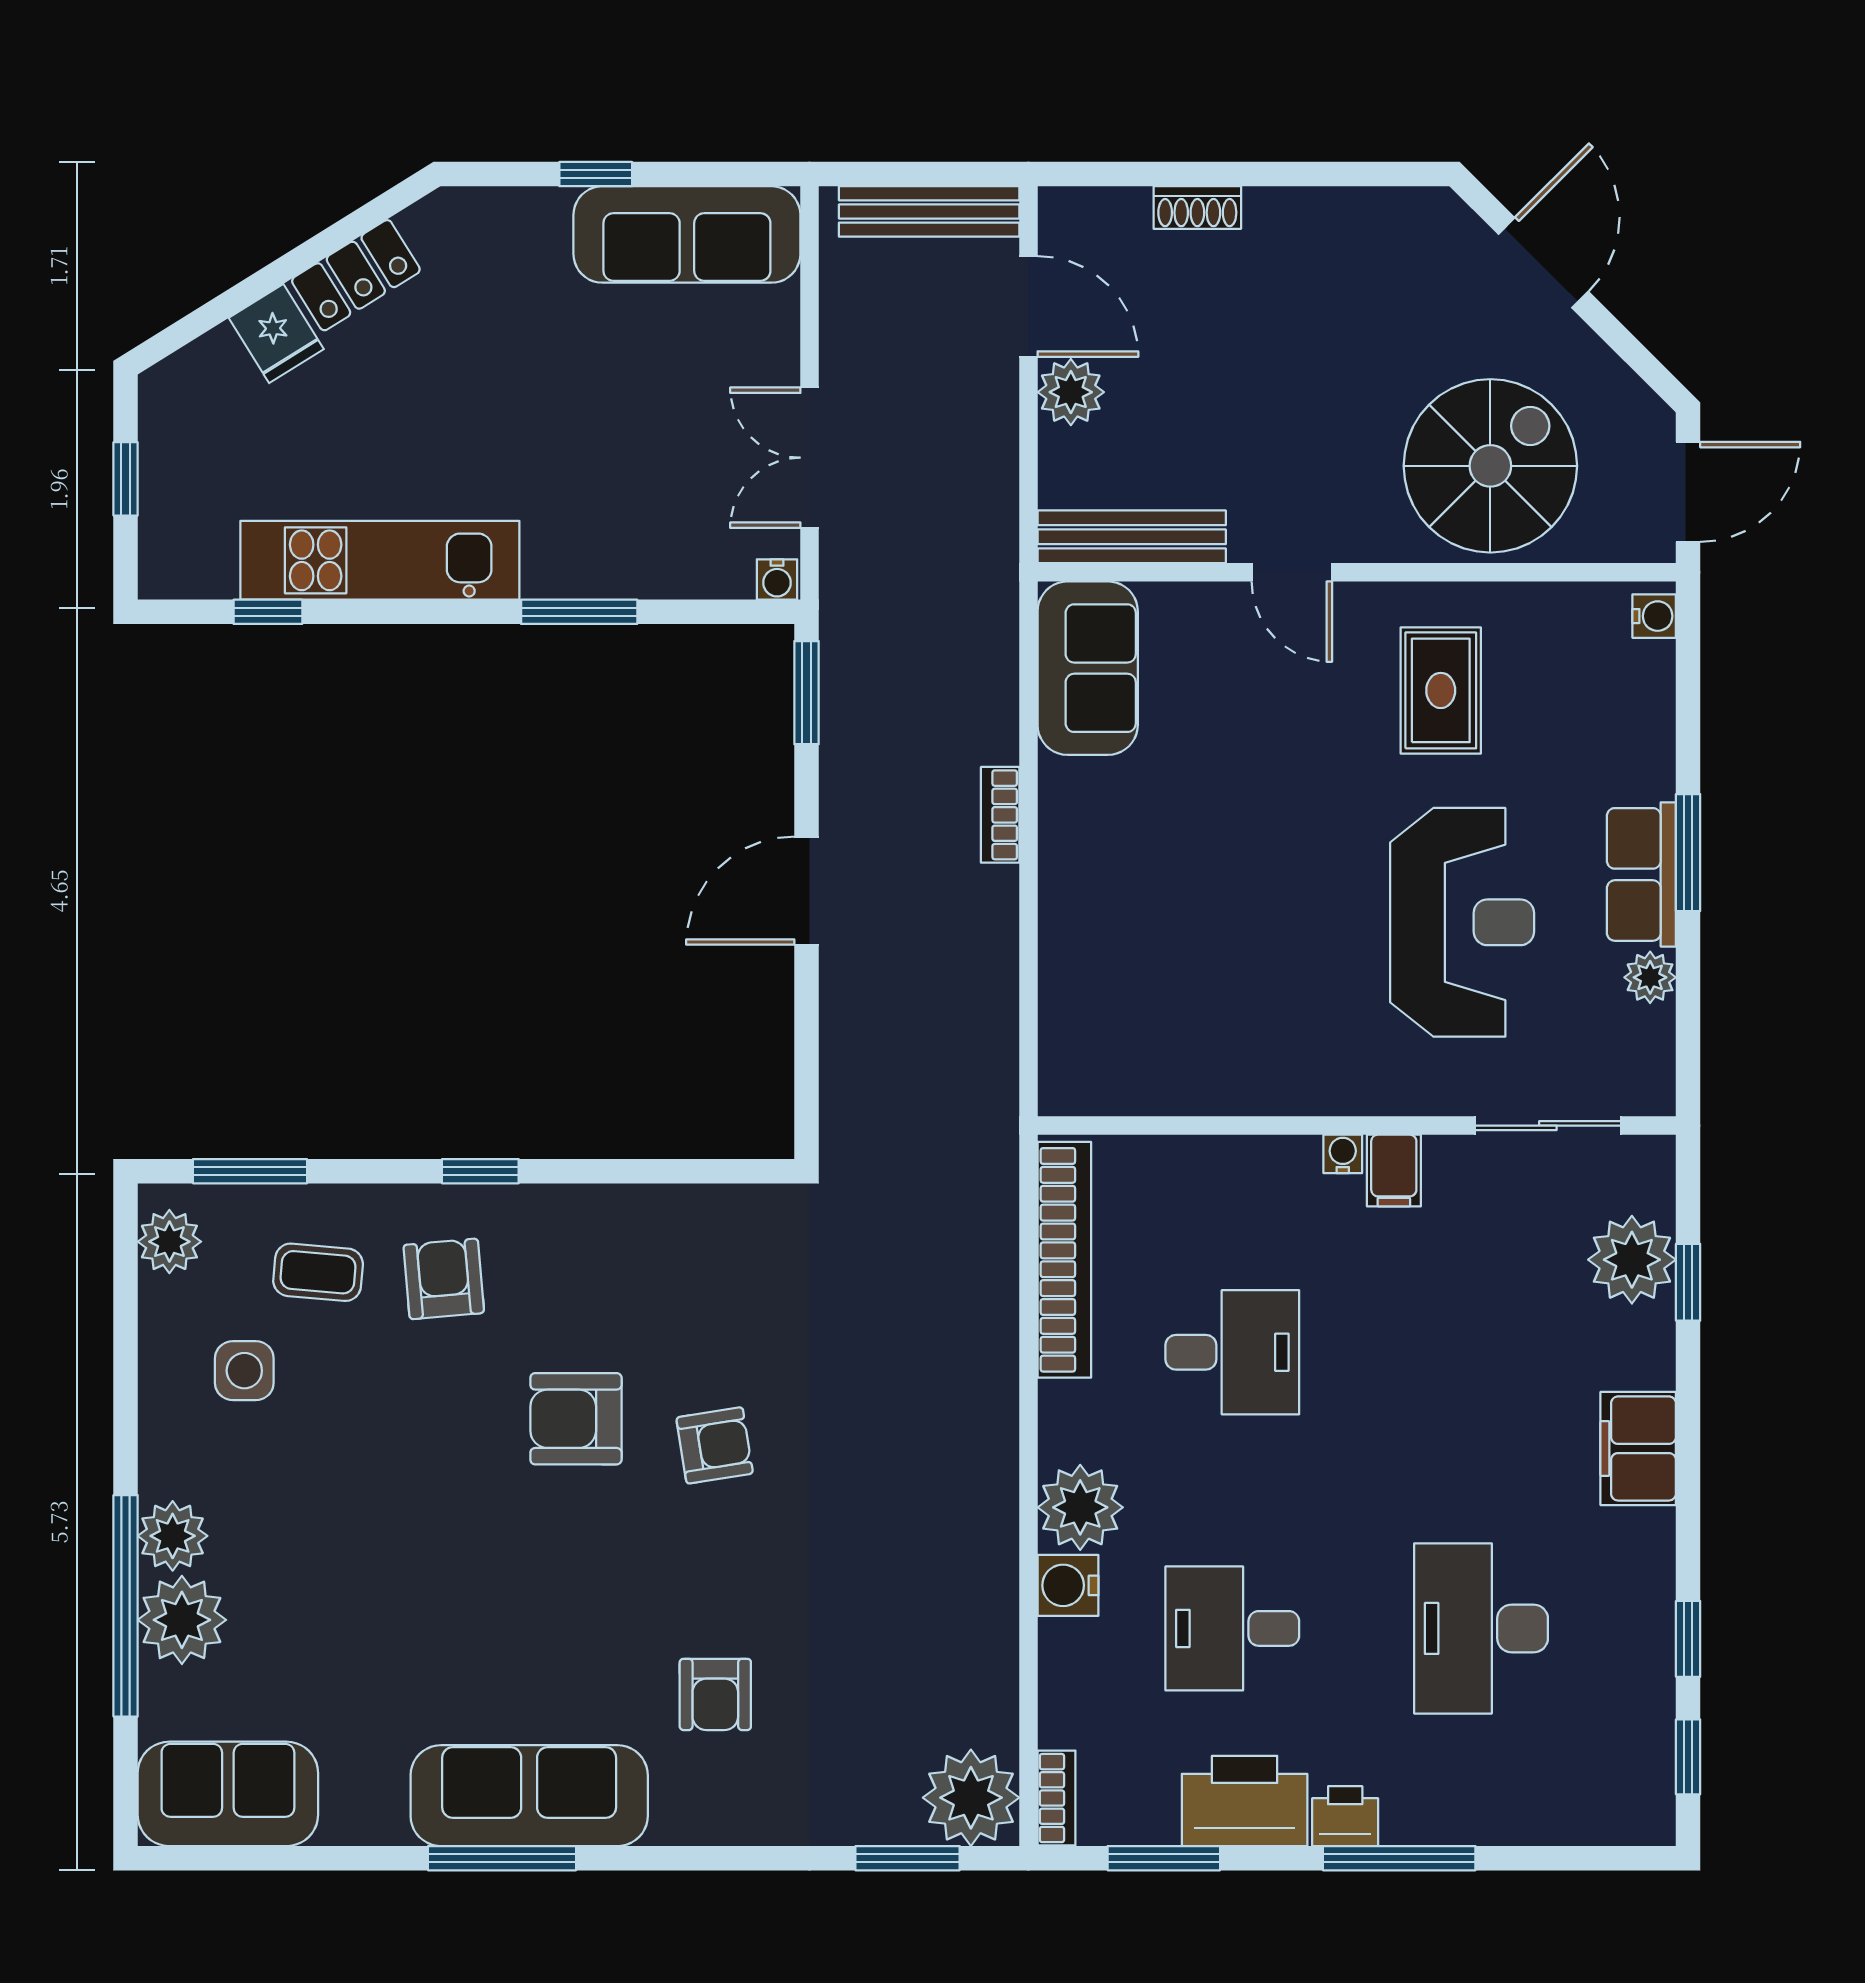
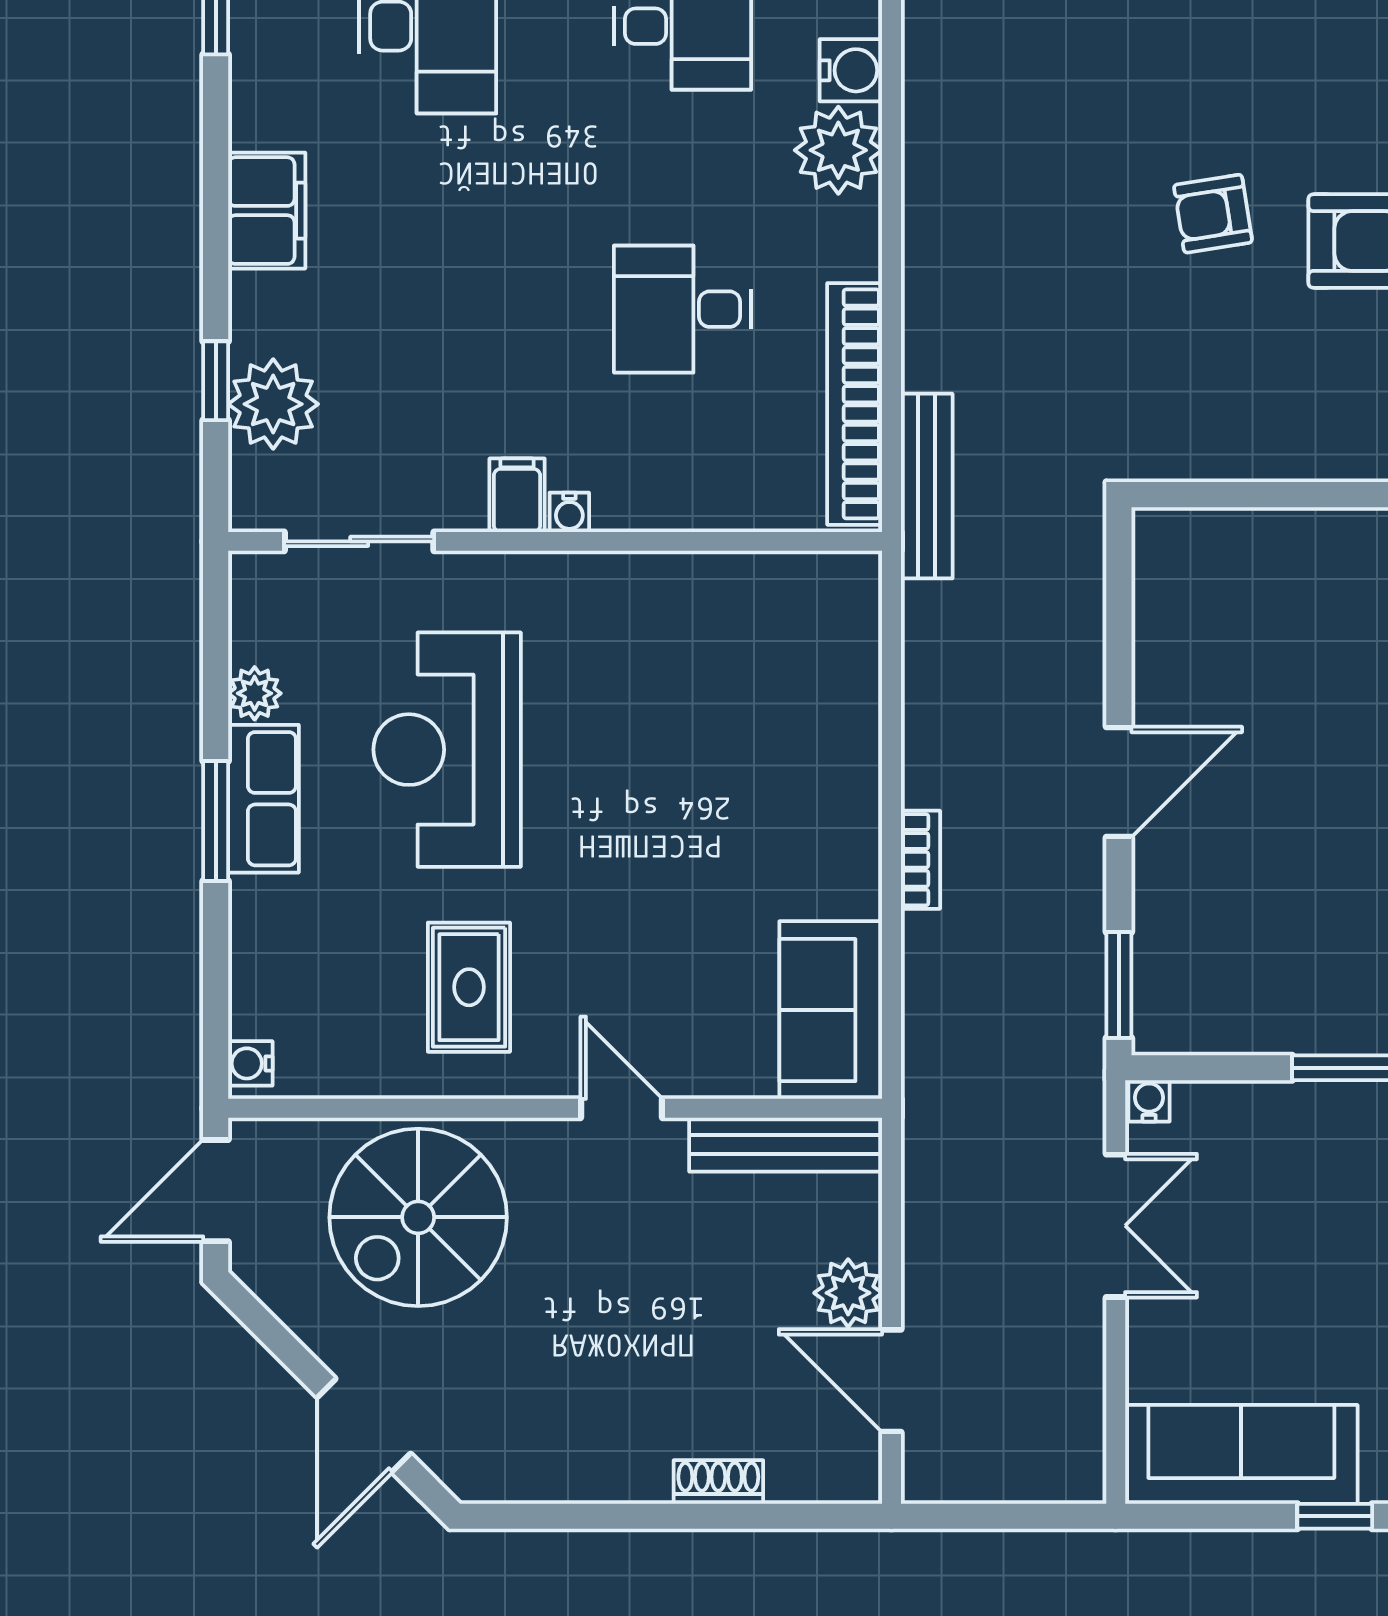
bench: (929, 211) -> (927, 486), moved, turned 90

